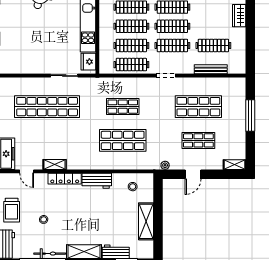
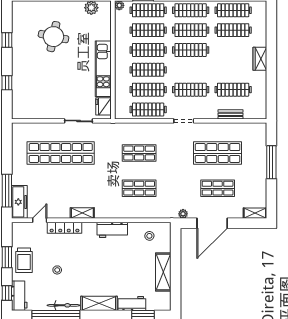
clothes rail: (172, 26) -> (191, 70), removed
bench: (211, 69) -> (230, 114), width x0.73
shop shelf: (123, 140) -> (139, 188), width x0.70, depth x0.74
shelving: (55, 165) -> (82, 213), moved
door: (27, 171) -> (40, 220), swing flipped
door: (193, 174) -> (212, 223), width x1.88
locker: (65, 179) -> (65, 228), moved

